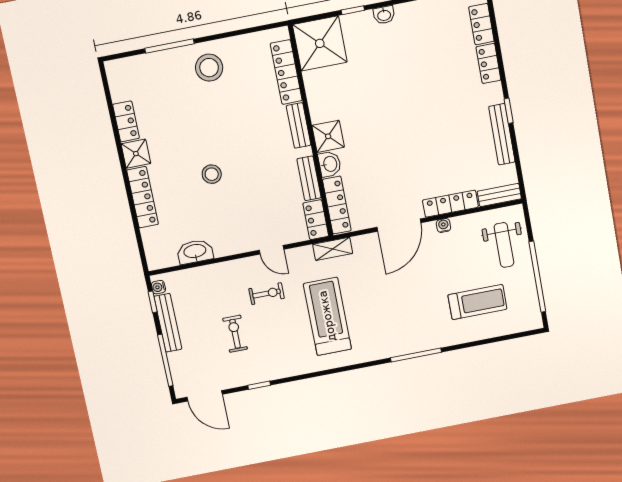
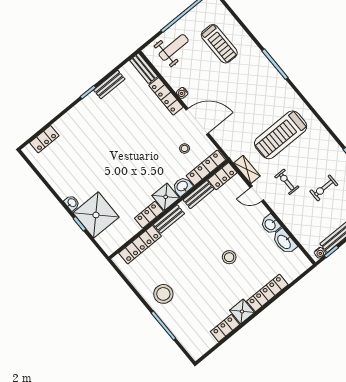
shower: (320, 43) -> (96, 215), moved
locker: (488, 63) -> (149, 215), moved, turned 180
bench: (502, 134) -> (109, 85), width x0.73
stool: (375, 192) -> (185, 148), added
washbasin: (225, 246) -> (270, 224), added
shelving: (333, 249) -> (247, 169), moved
door: (272, 250) -> (257, 194), swing flipped
treadmill: (477, 302) -> (219, 44), turned 180

